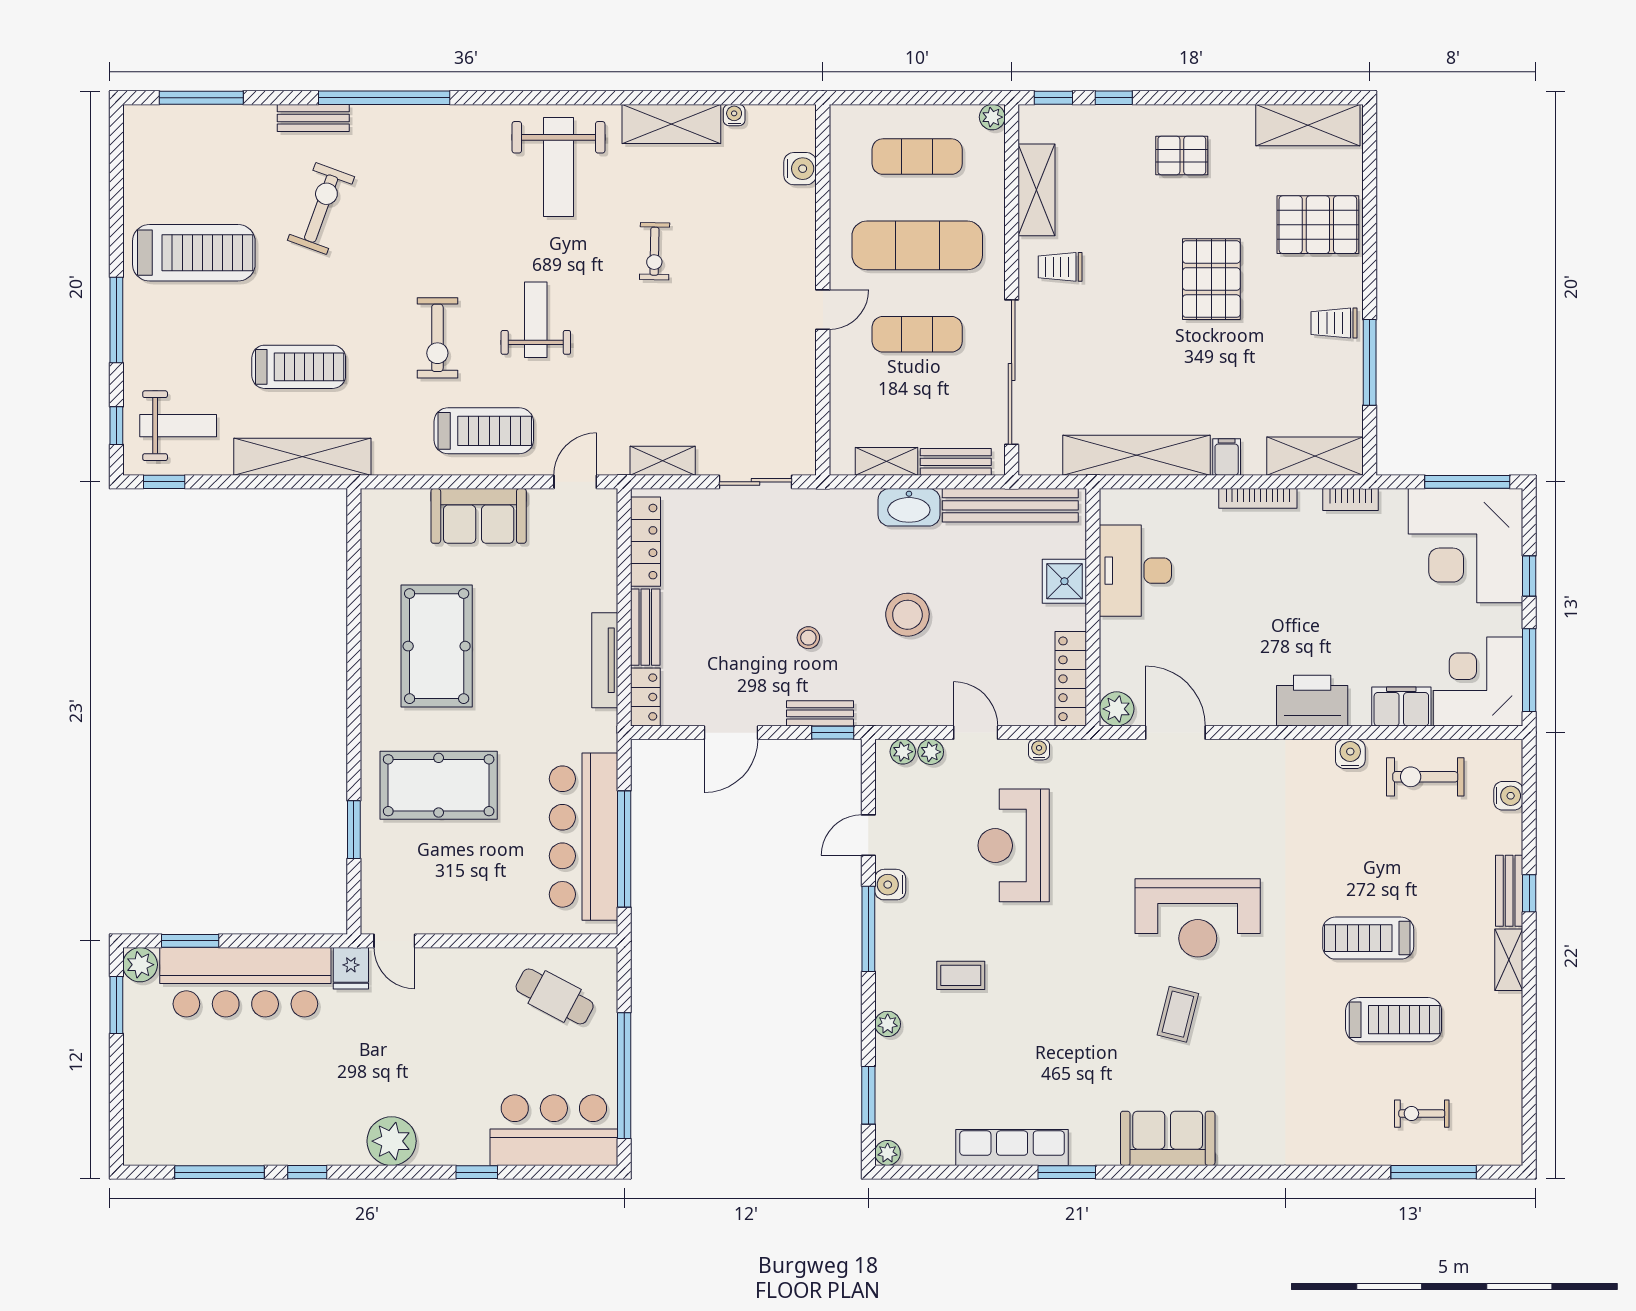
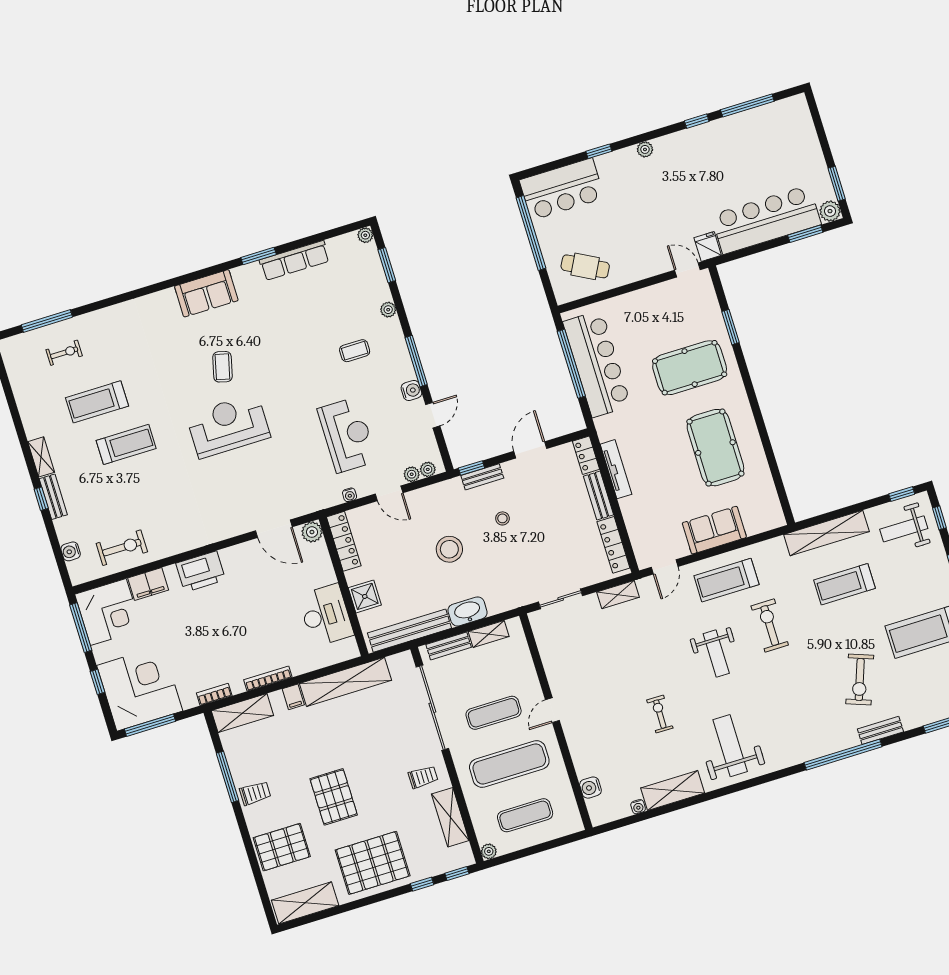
pallet: (1182, 155) -> (373, 863), width x2.05, depth x2.00
water cooler: (1350, 754) -> (169, 548), removed
plant: (392, 1141) -> (645, 149), width x0.53, depth x0.53

